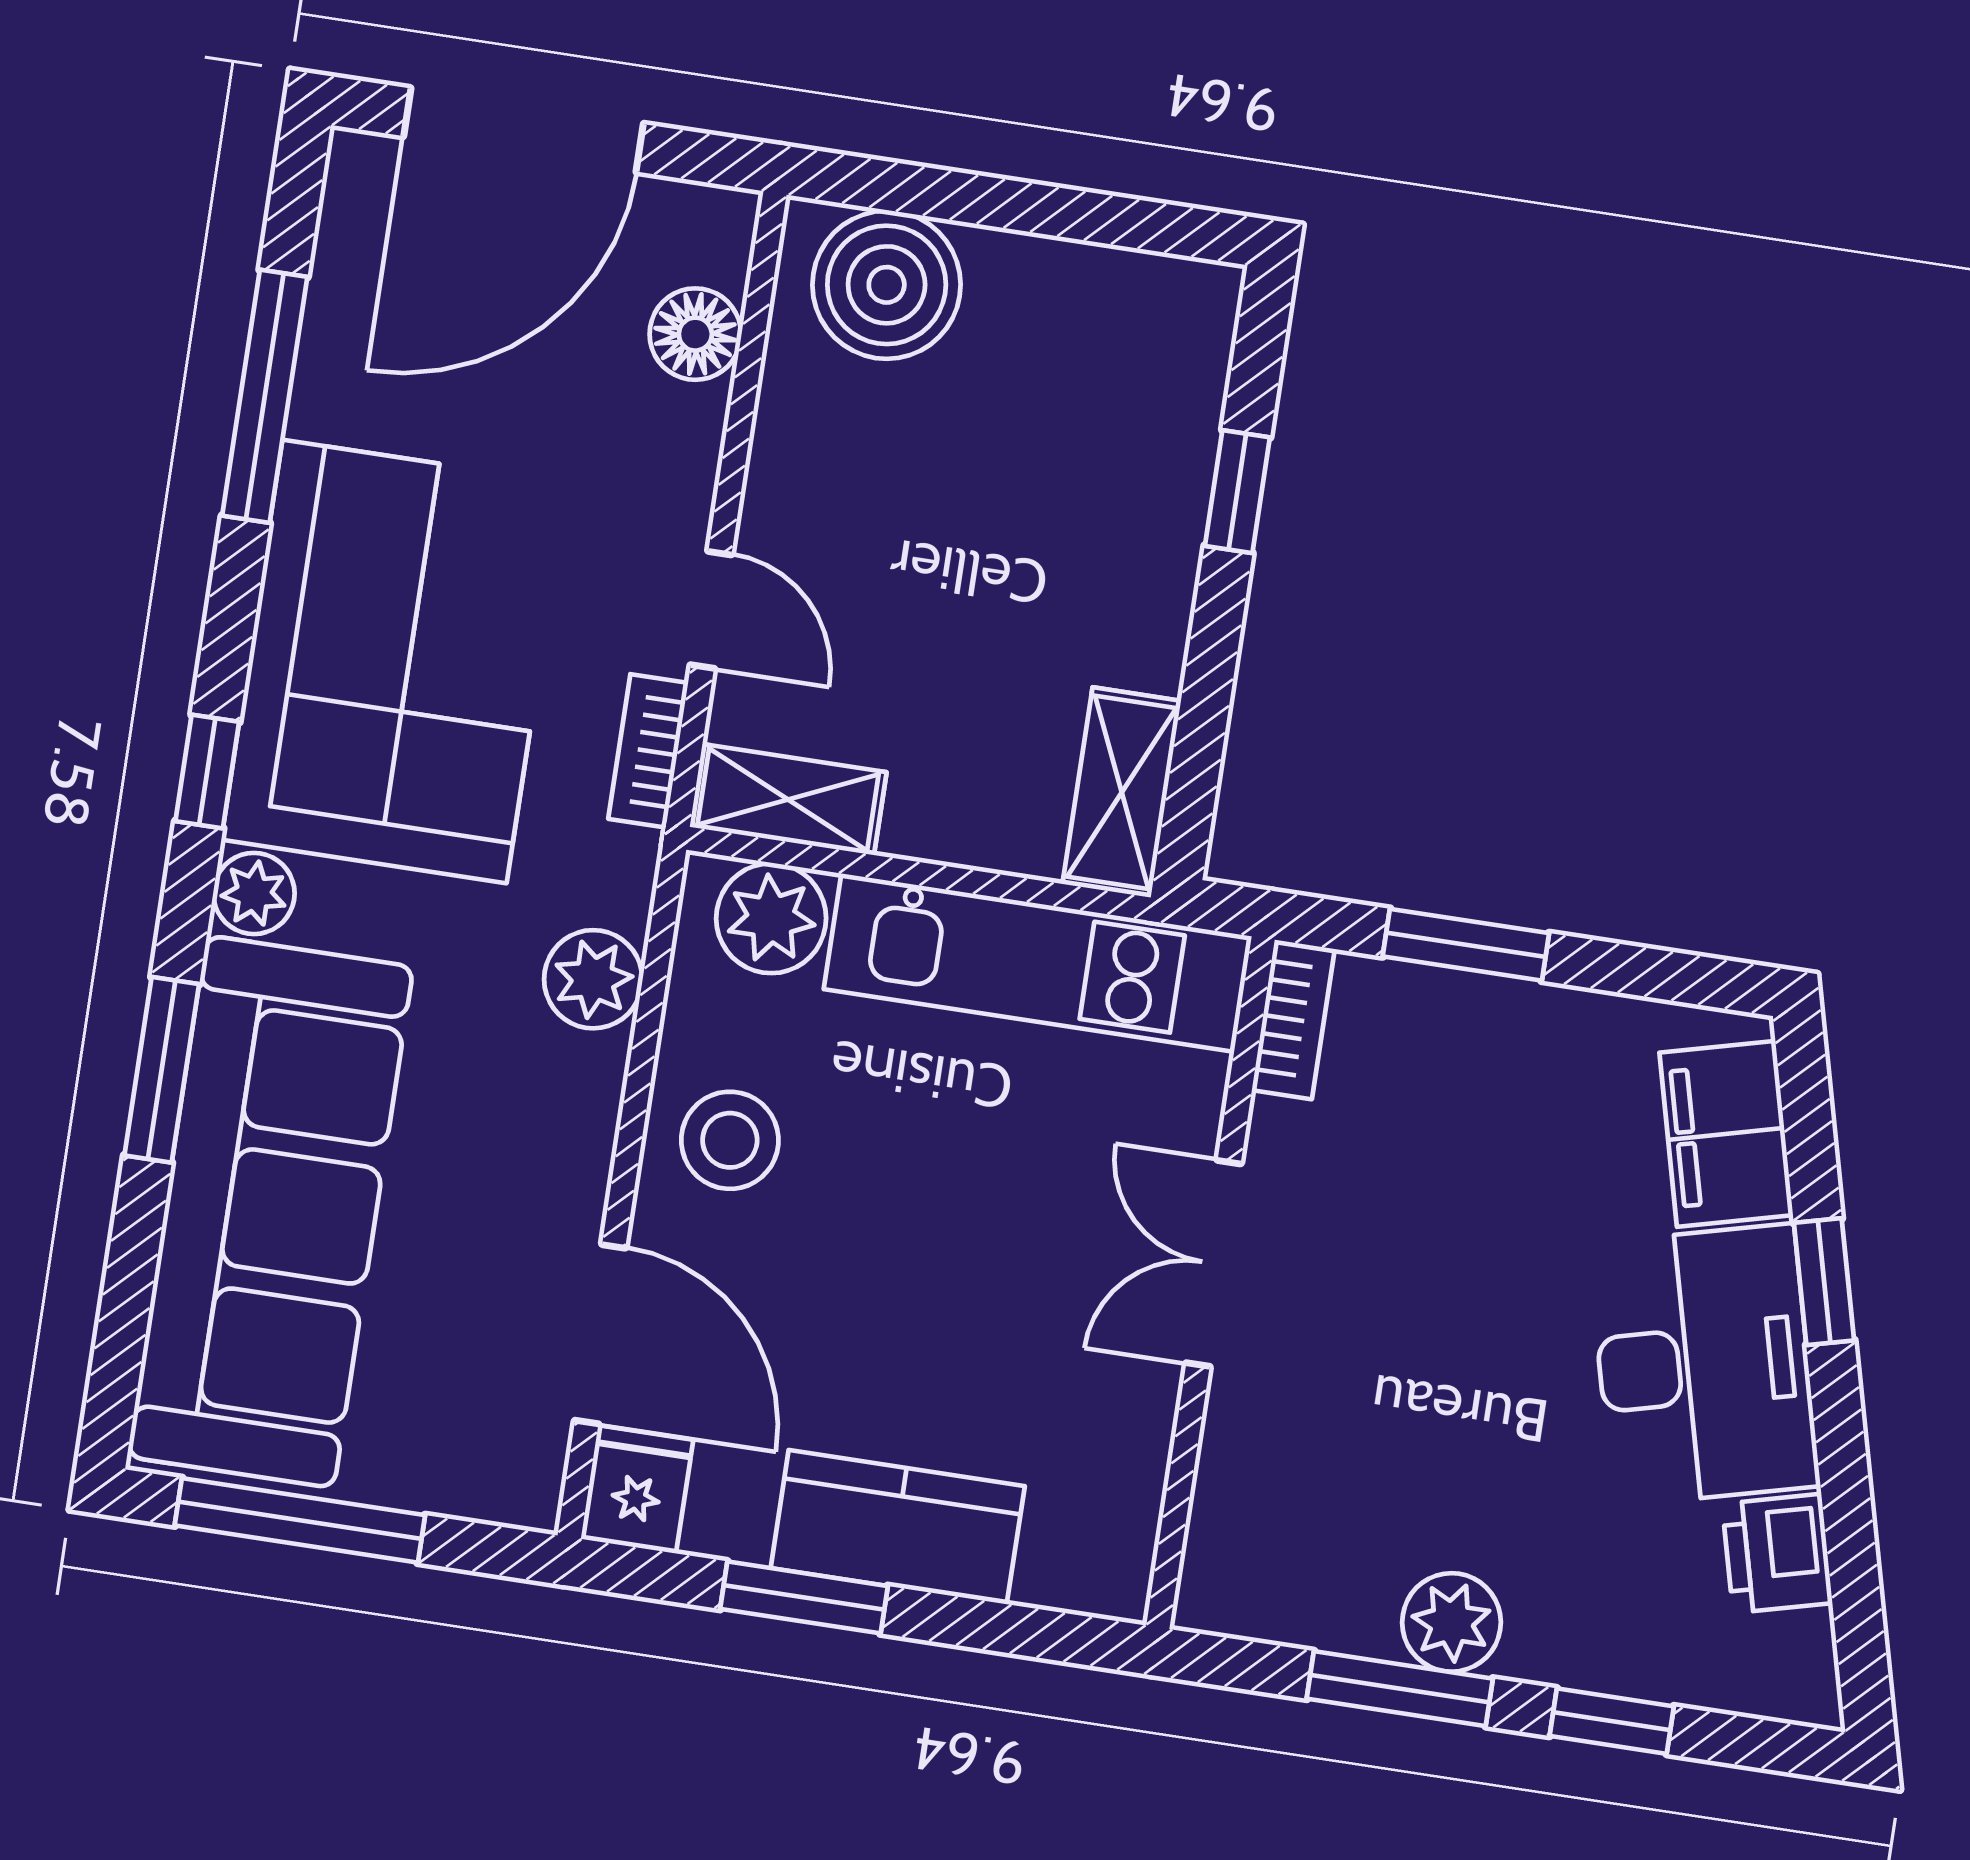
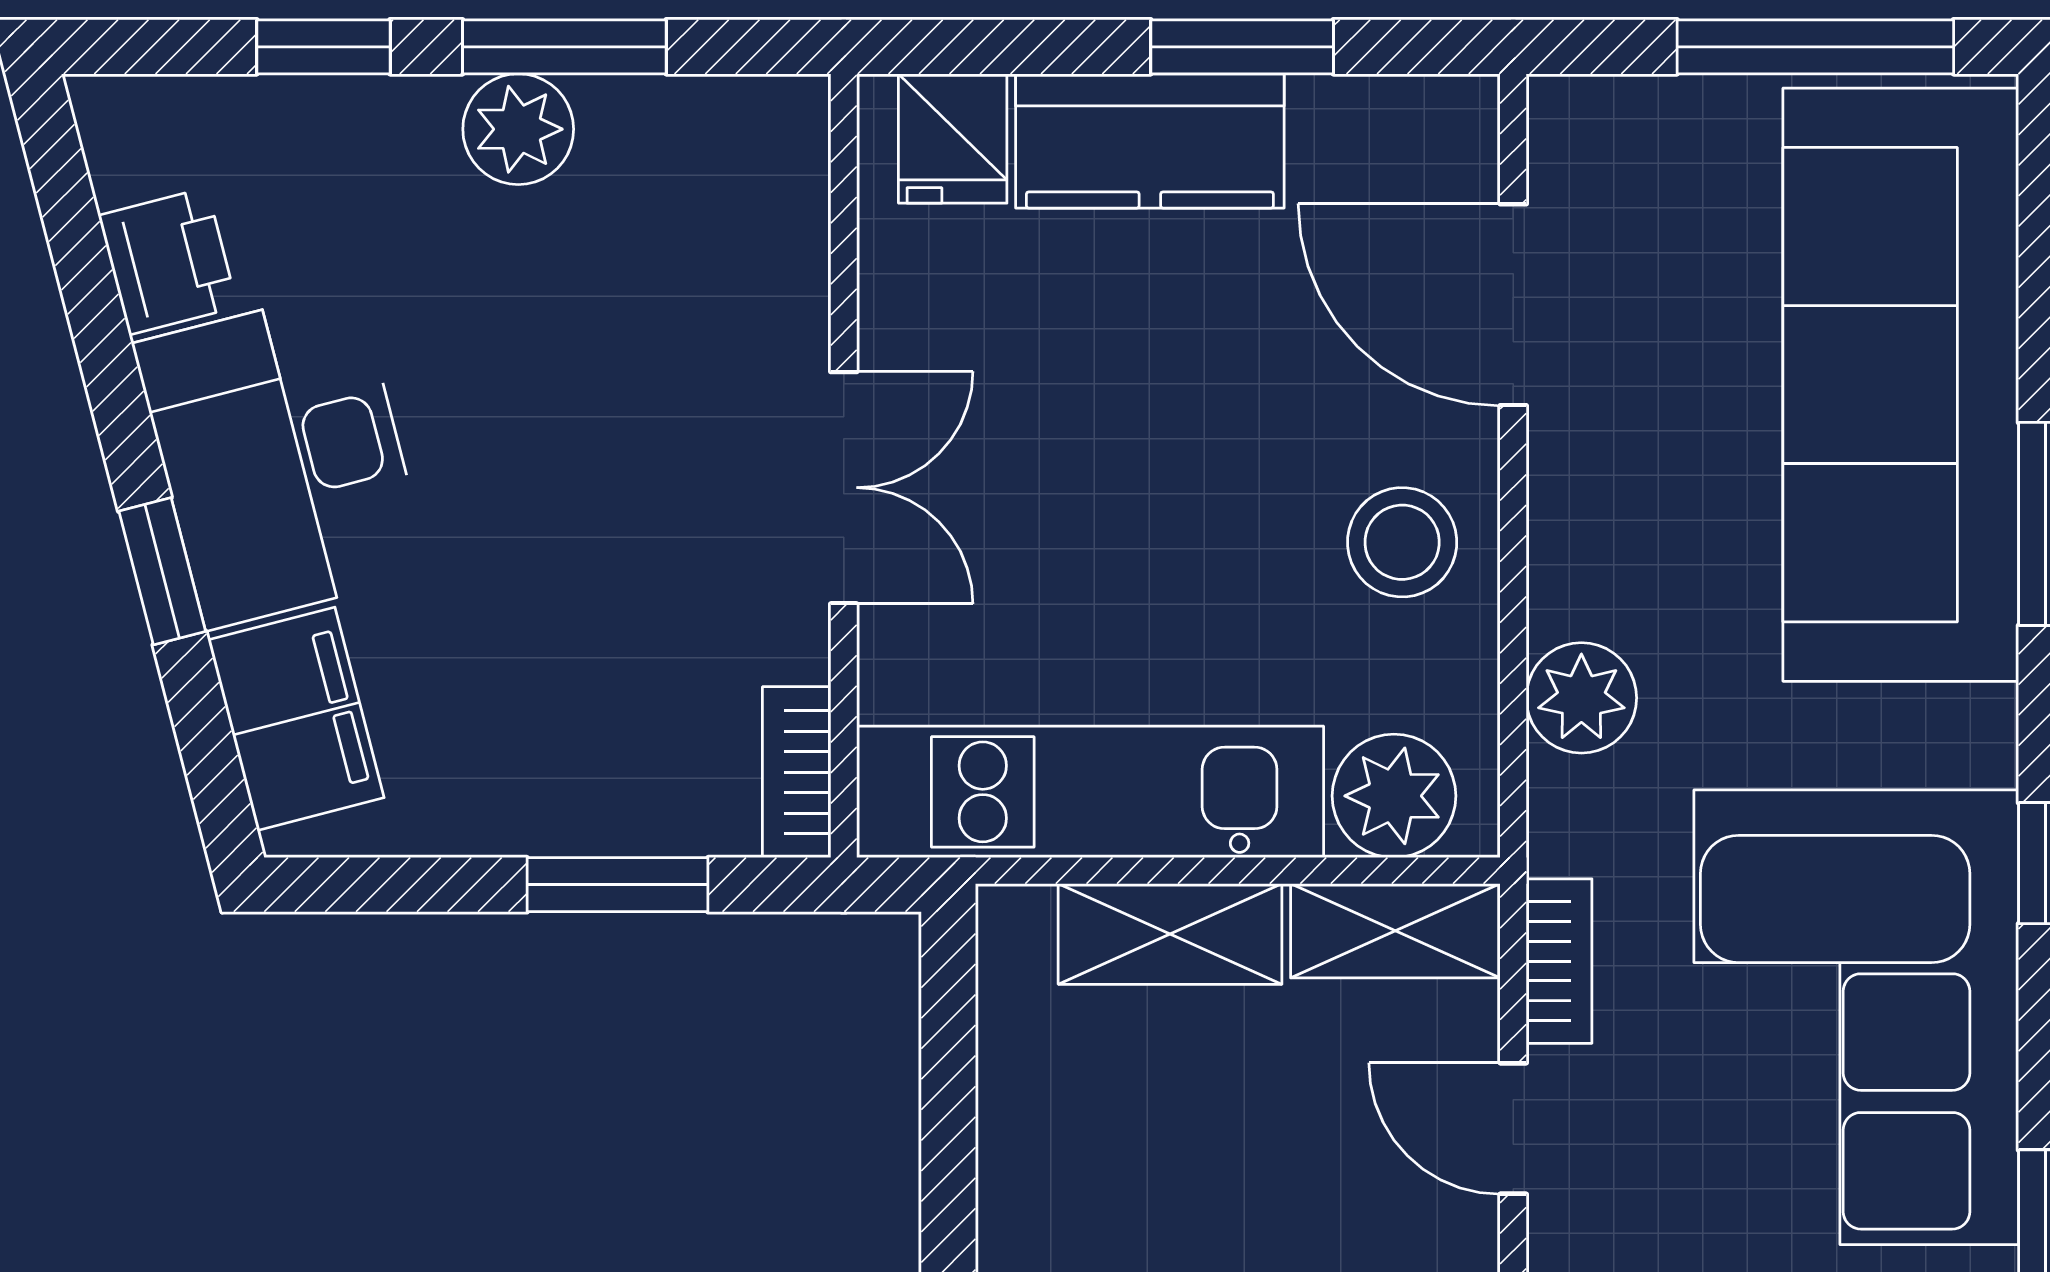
shelving: (1122, 792) -> (1170, 934), moved, turned 90
plant: (254, 893) -> (1973, 736), removed
fridge: (637, 1489) -> (953, 138), moved

